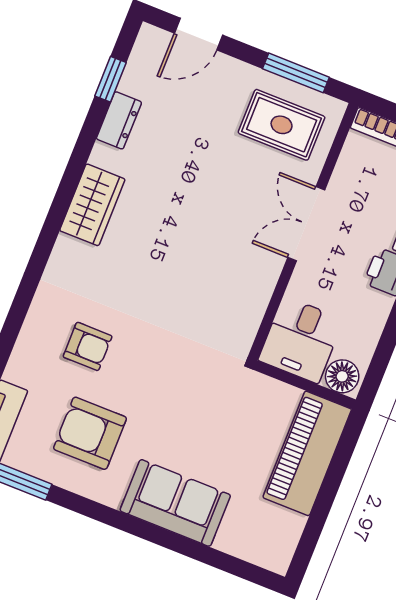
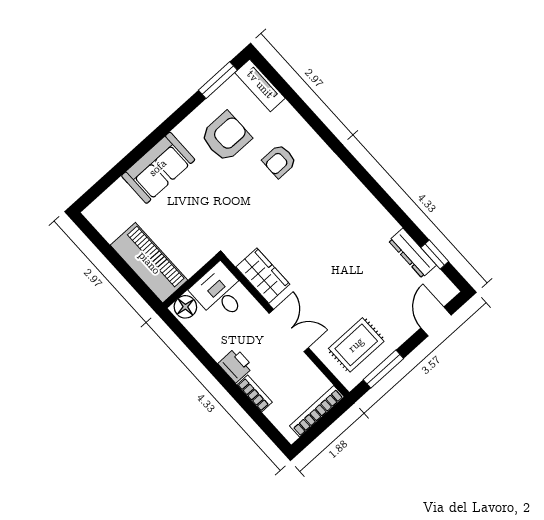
dresser: (119, 120) -> (412, 253), width x1.44
wardrobe: (92, 205) -> (263, 276), moved, turned 180

